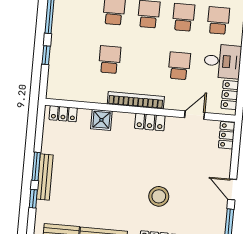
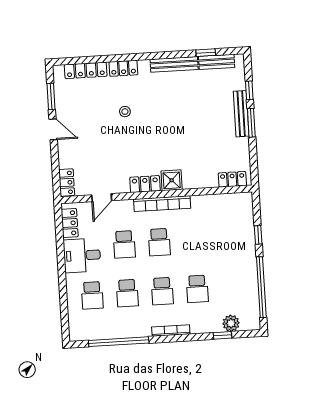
school desk: (110, 60) -> (159, 242), moved
shower: (101, 120) -> (172, 180), moved
stool: (159, 196) -> (125, 112), width x0.53, depth x0.53

